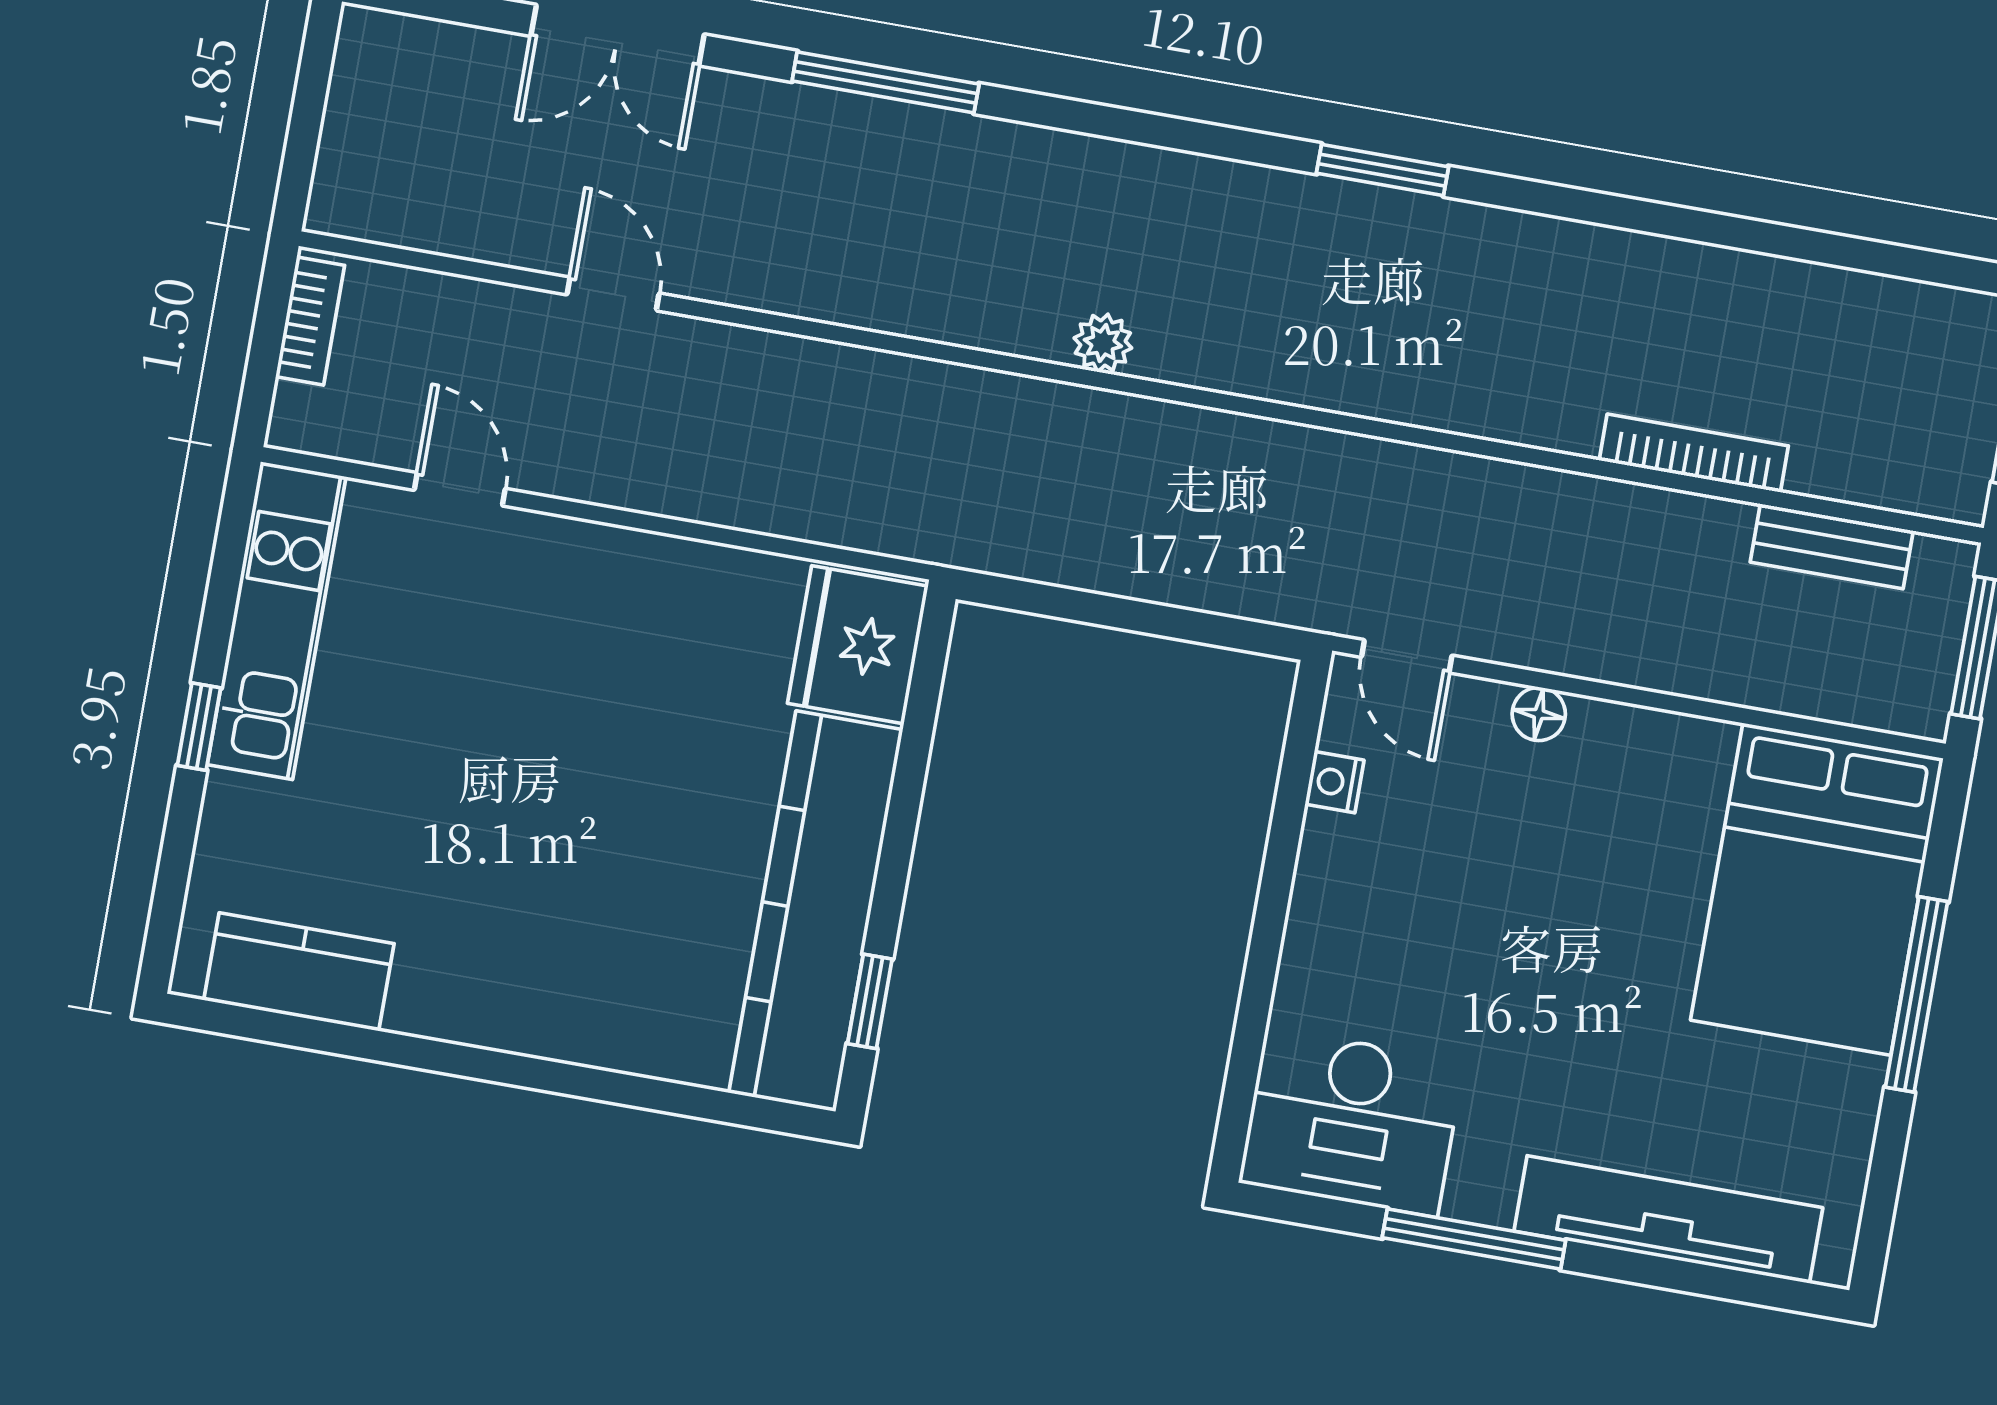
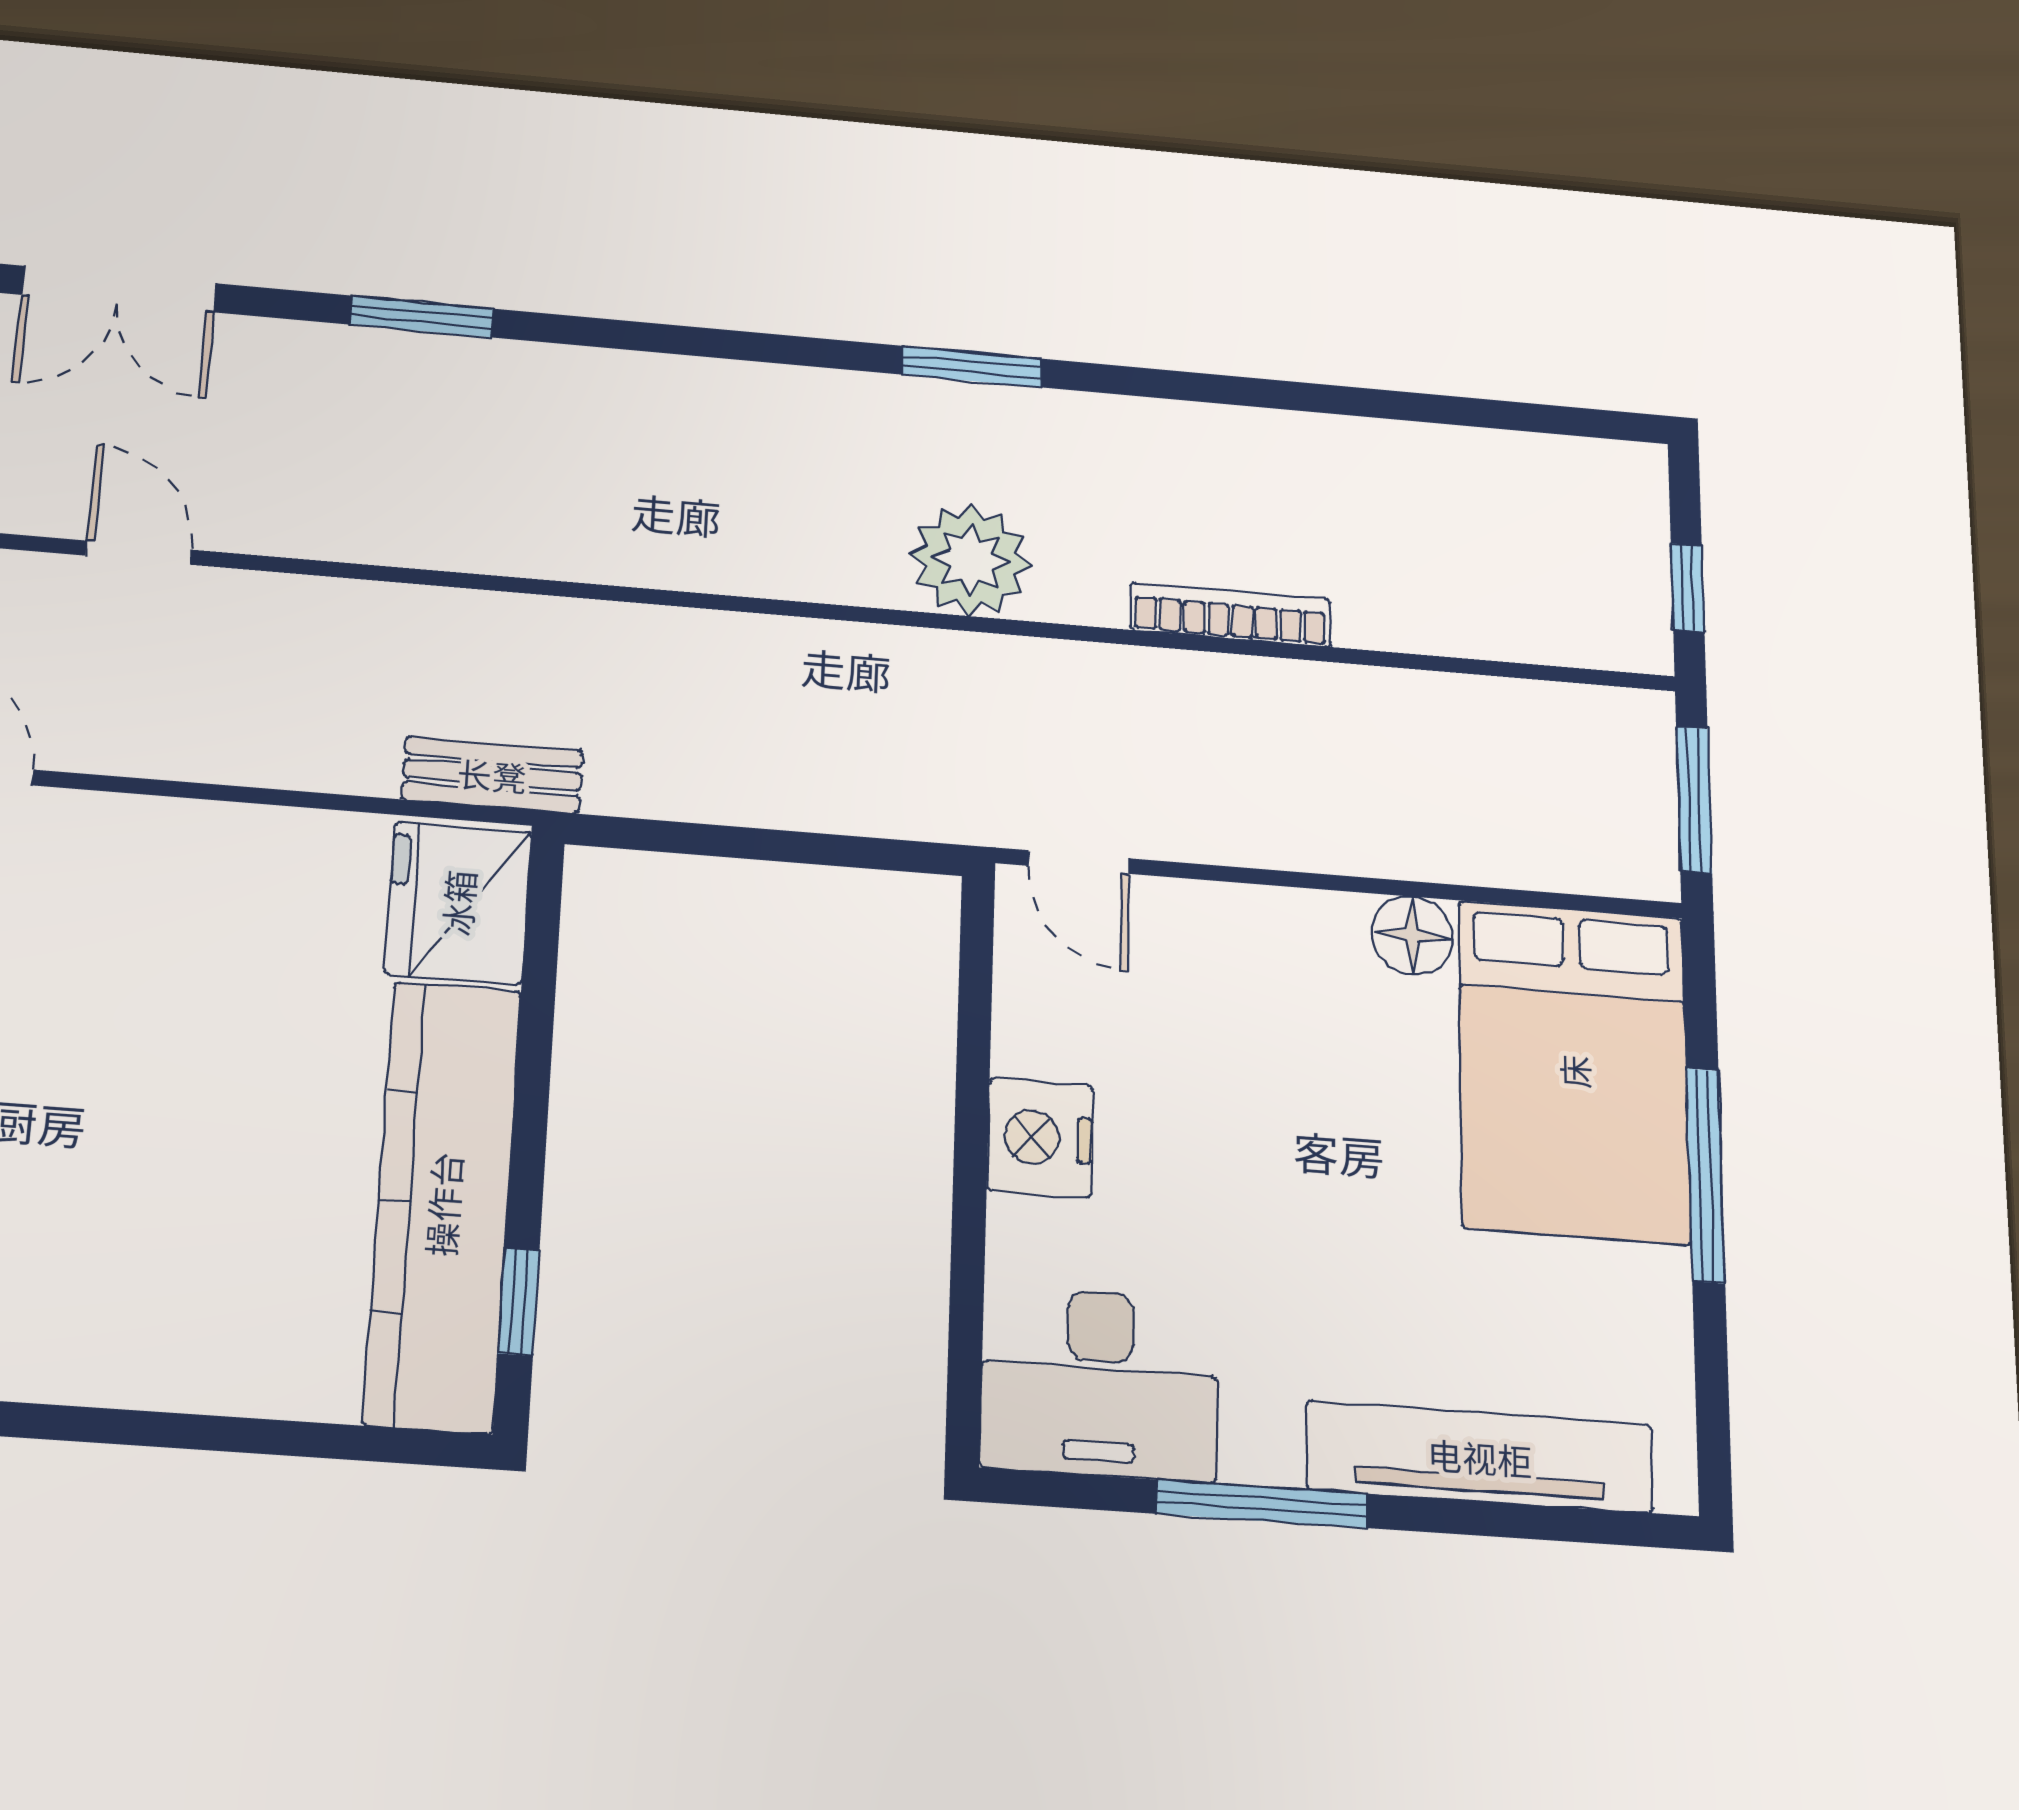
window: (886, 82) -> (421, 317), width x0.69
plant: (1103, 343) -> (971, 560), moved, width x1.87, depth x1.87
bookcase: (1694, 453) -> (1230, 615), moved
bench: (1832, 546) -> (492, 775), moved
floor lamp: (1539, 714) -> (1412, 936), moved, width x1.37, depth x1.37
nightstand: (1335, 782) -> (1040, 1138), moved, width x1.89, depth x1.79

